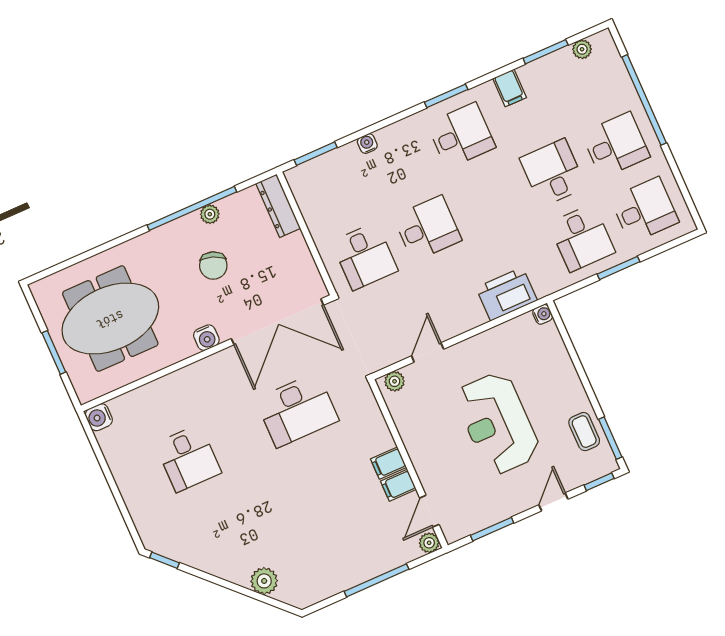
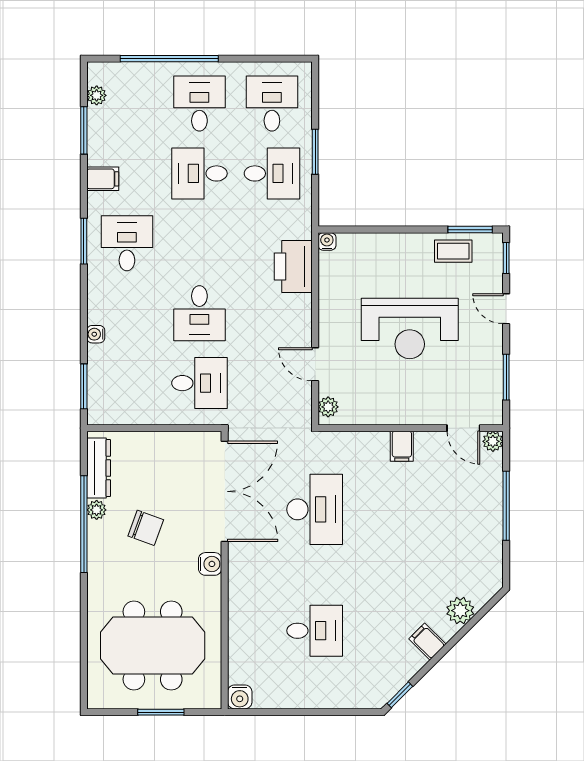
dresser: (278, 206) -> (99, 468), moved, turned -90
desk: (427, 228) -> (199, 313), turned 180
meeting table: (110, 319) -> (153, 645), turned 90
filing cabinet: (398, 485) -> (427, 642), moved, turned 135

